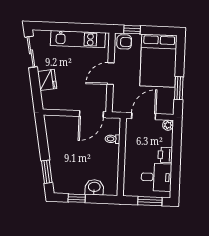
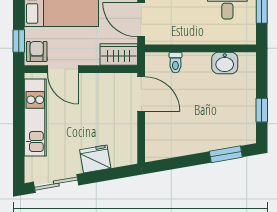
door: (111, 74) -> (63, 69), moved
wardrobe: (120, 99) -> (119, 54), added
washbasin: (94, 187) -> (225, 63), moved, turned -90

